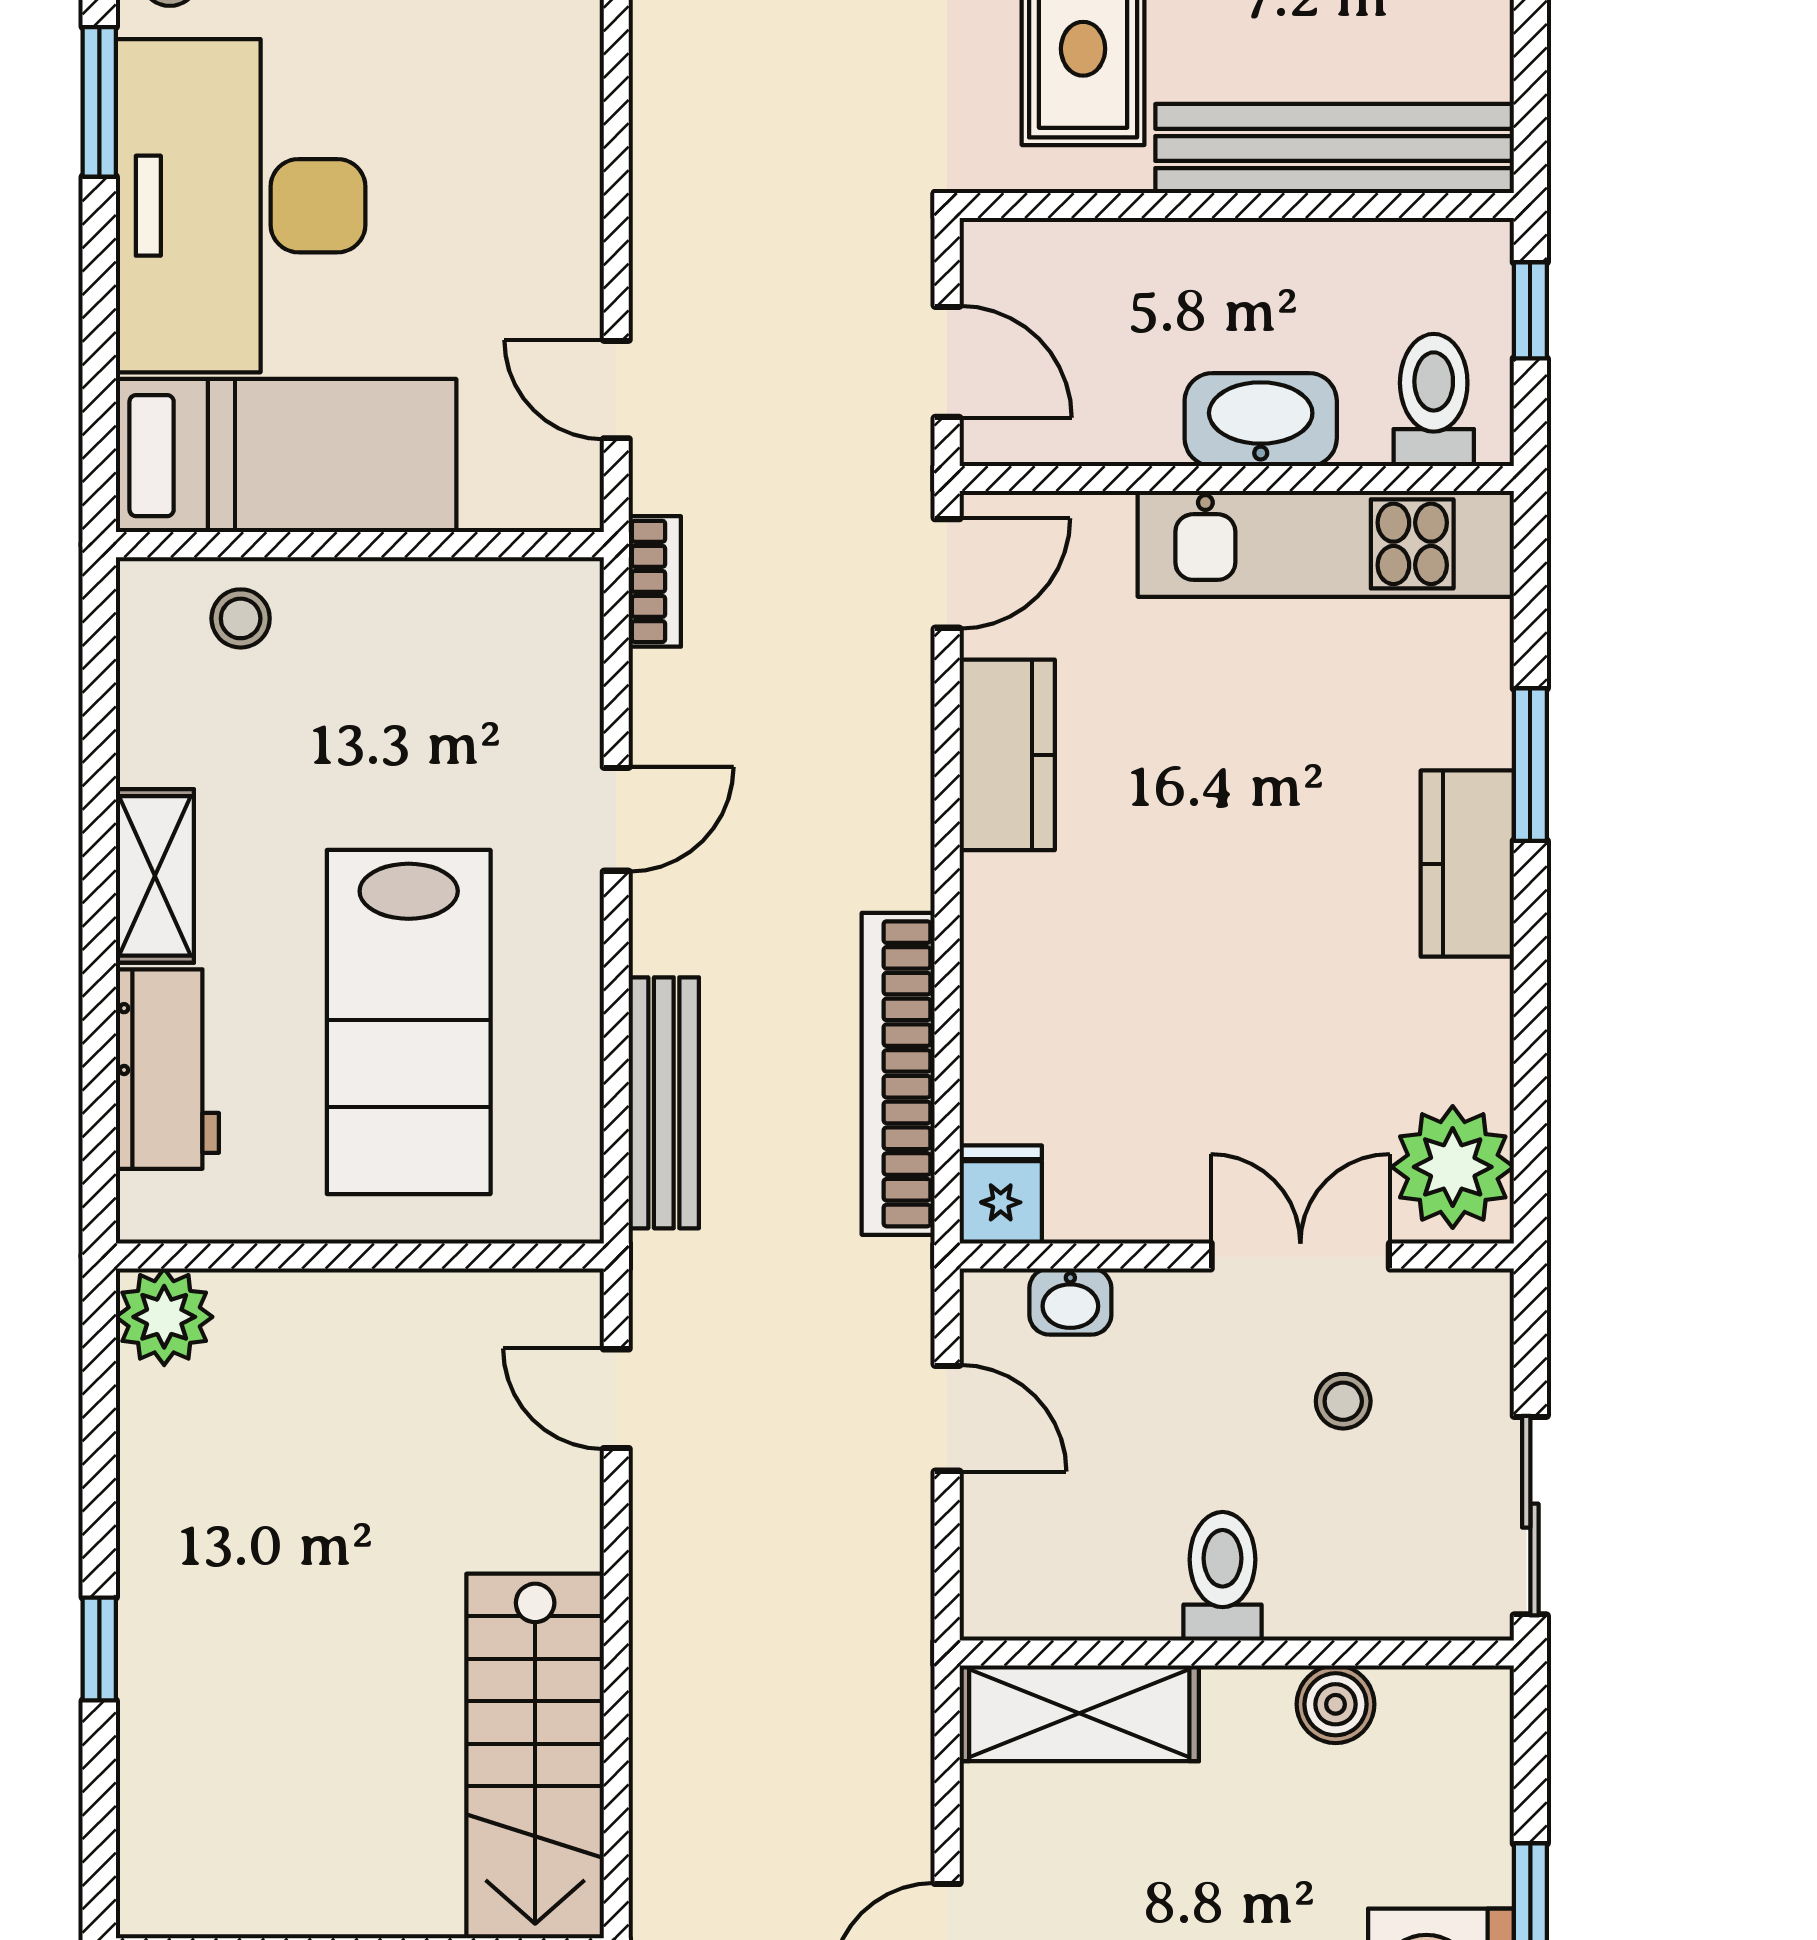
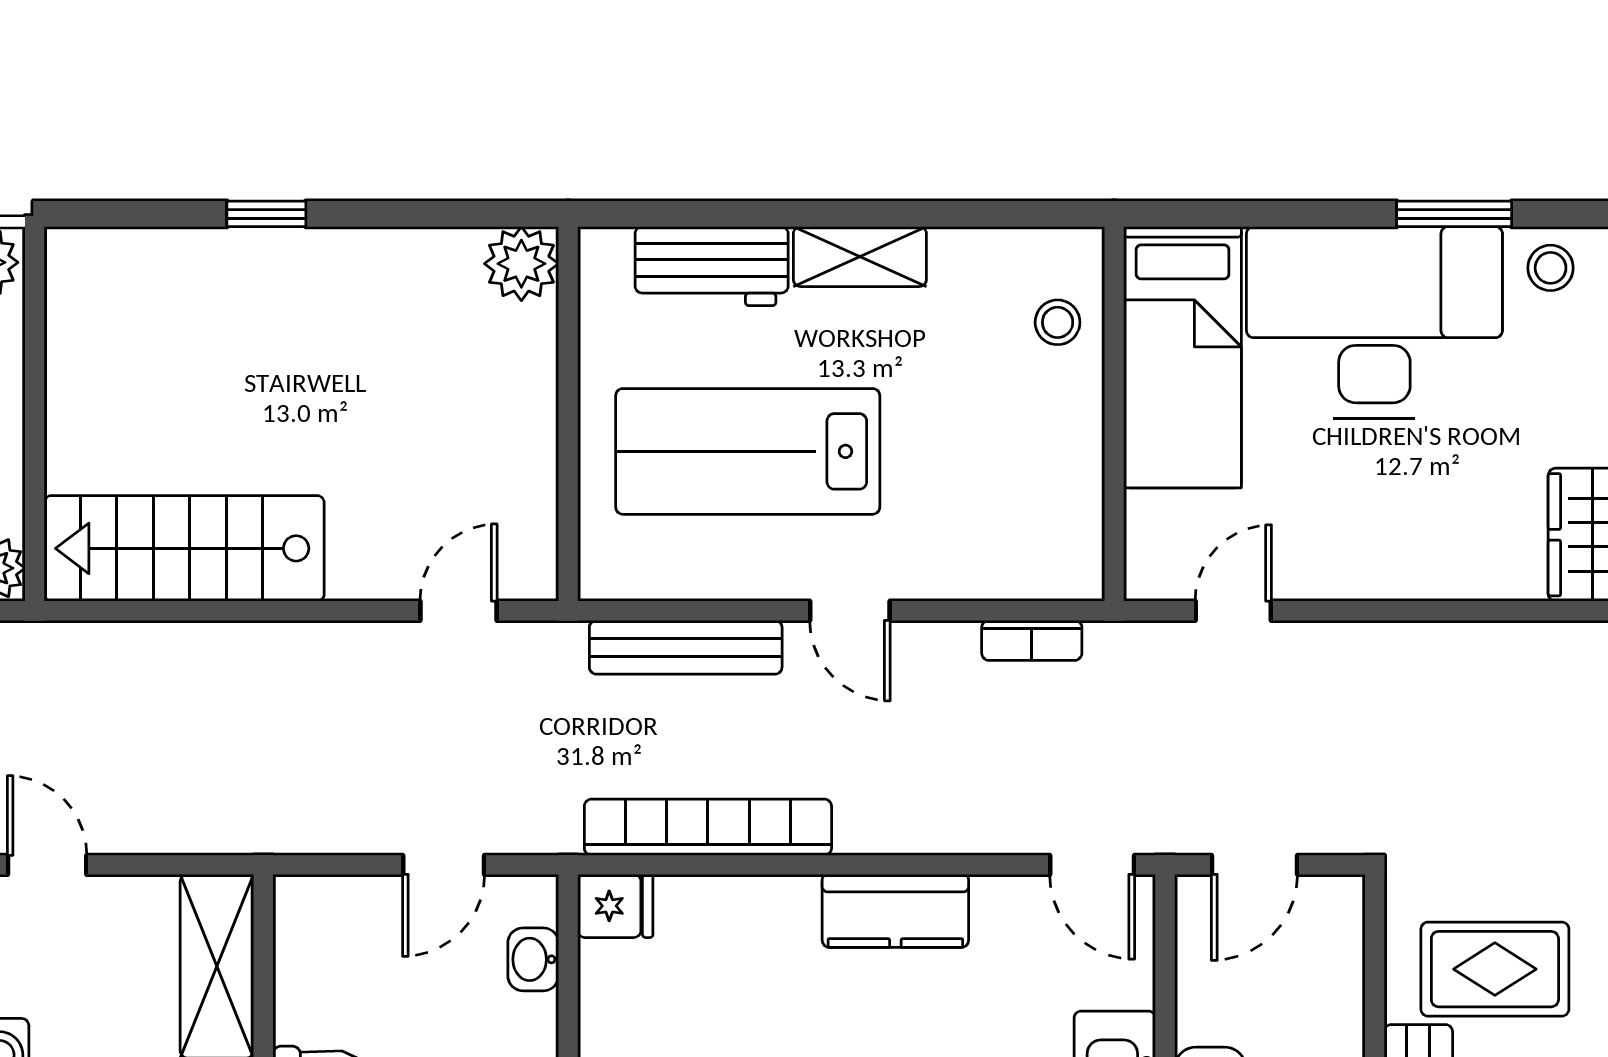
bookcase: (655, 581) -> (1032, 640), moved
kitchen counter: (1007, 755) -> (895, 911), moved
door: (616, 819) -> (850, 611), moved

